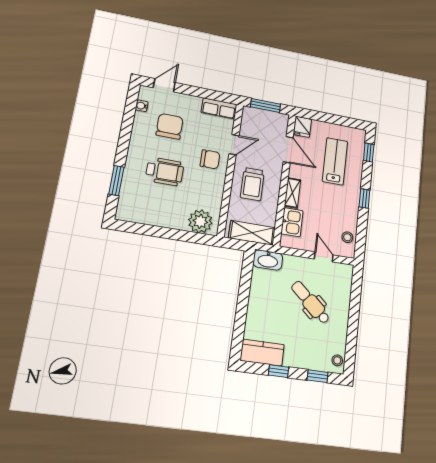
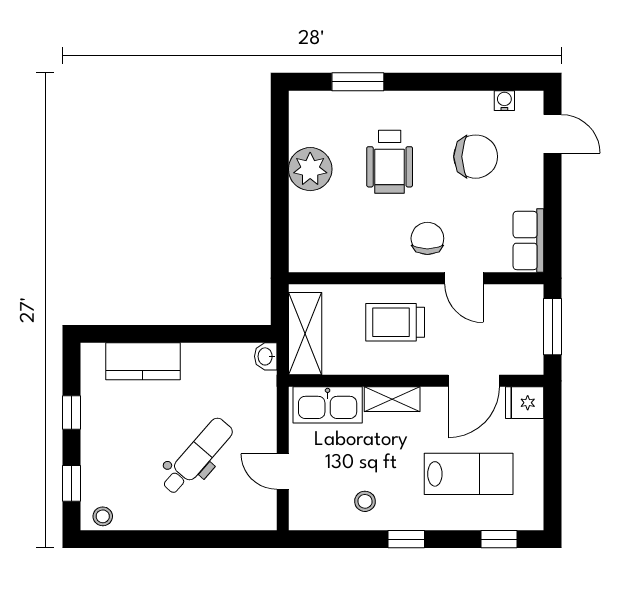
chair: (210, 159) -> (427, 238), turned 180
plant: (200, 221) -> (310, 169), moved
kitchen sink: (292, 222) -> (328, 405), width x1.38
stool: (347, 237) -> (365, 501), moved
door: (324, 257) -> (283, 472), swing flipped
washbasin: (268, 260) -> (266, 356), width x0.52, depth x0.69
kitchen counter: (262, 353) -> (143, 361), moved, turned 90

